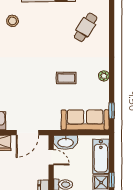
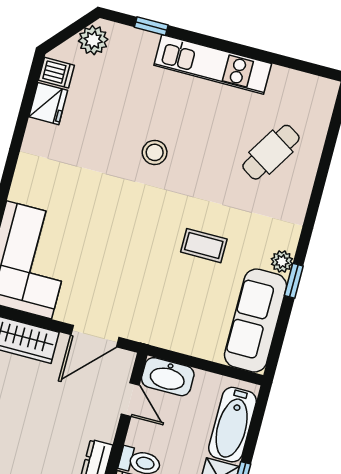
stool: (12, 21) -> (155, 152), moved
window: (112, 111) -> (294, 281), moved
sofa: (85, 120) -> (256, 321), moved, turned -90

